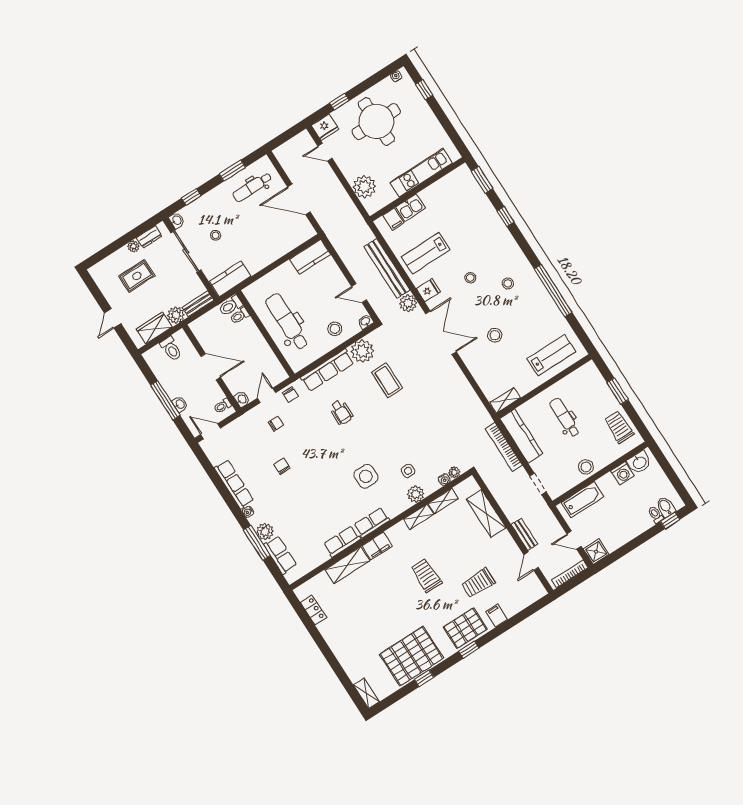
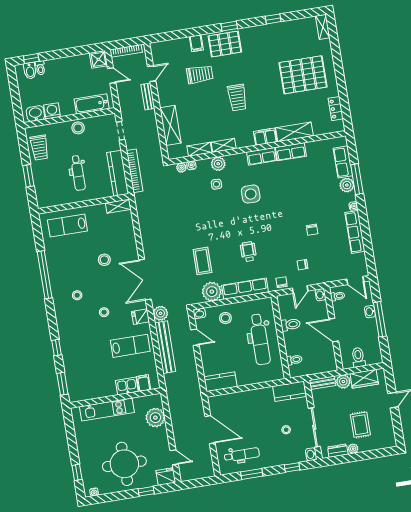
rug: (137, 276) -> (360, 425), turned 90
toilet: (231, 306) -> (291, 325), moved
pallet: (411, 656) -> (303, 75), moved

